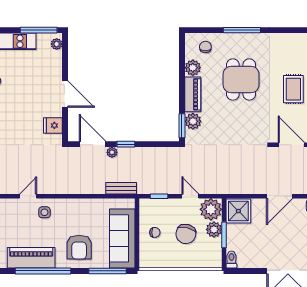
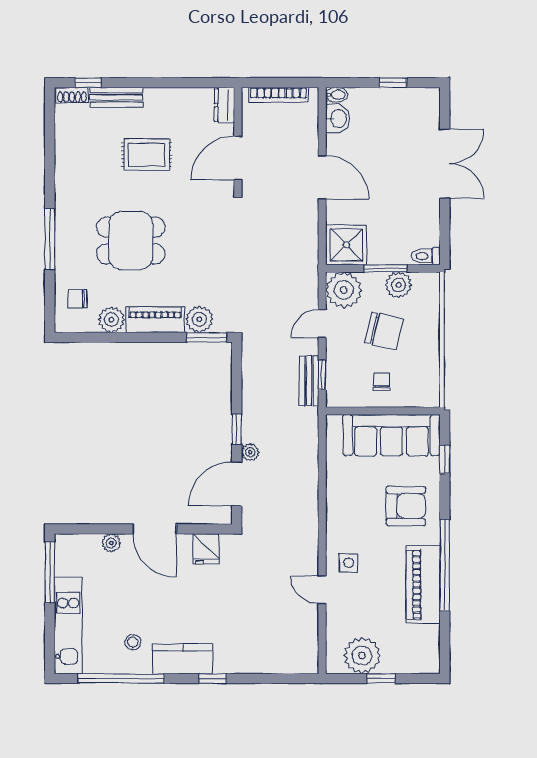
plant: (57, 44) -> (111, 543), moved
door: (65, 94) -> (155, 529), swing flipped
bench: (121, 188) -> (309, 381), moved
plant: (214, 229) -> (398, 285), moved
window: (107, 271) -> (445, 459), width x0.46

